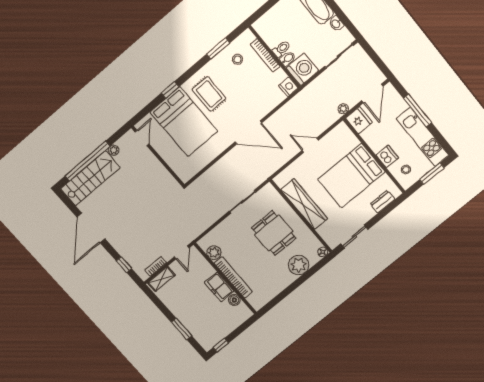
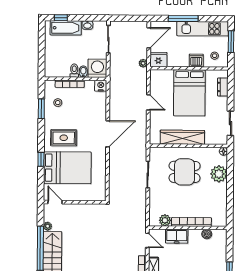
door: (372, 93) -> (149, 38), hinge flipped
door: (310, 145) -> (148, 102), swing flipped
freezer: (219, 287) -> (177, 236), moved

